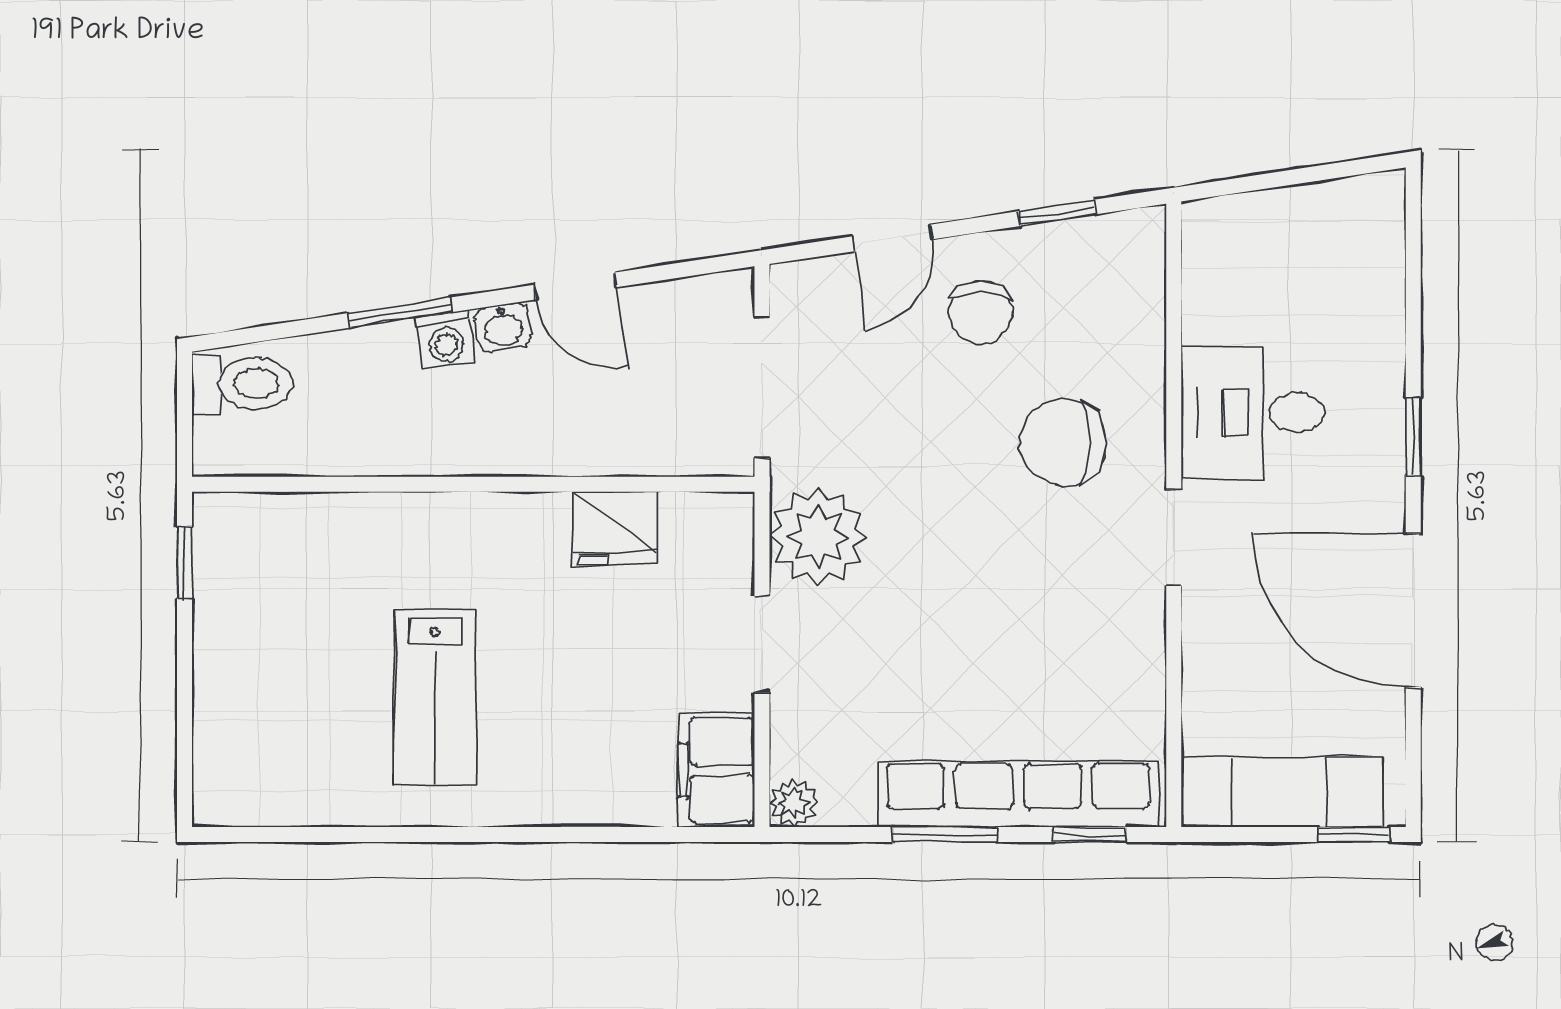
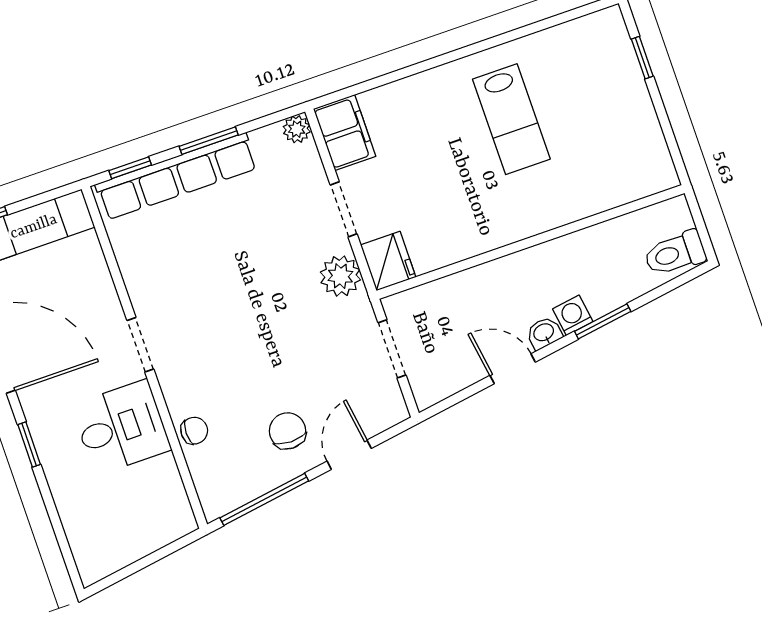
window: (1058, 213) -> (264, 499), width x2.17
doorway: (762, 387) -> (392, 349), width x0.73
chair: (1063, 442) -> (194, 431), moved, width x0.54, depth x0.54
fridge: (615, 528) -> (388, 261), moved, turned 90
plant: (818, 537) -> (340, 276), width x0.73, depth x0.73
window: (185, 563) -> (642, 58), moved
lab bench: (435, 697) -> (511, 119), turned 180

